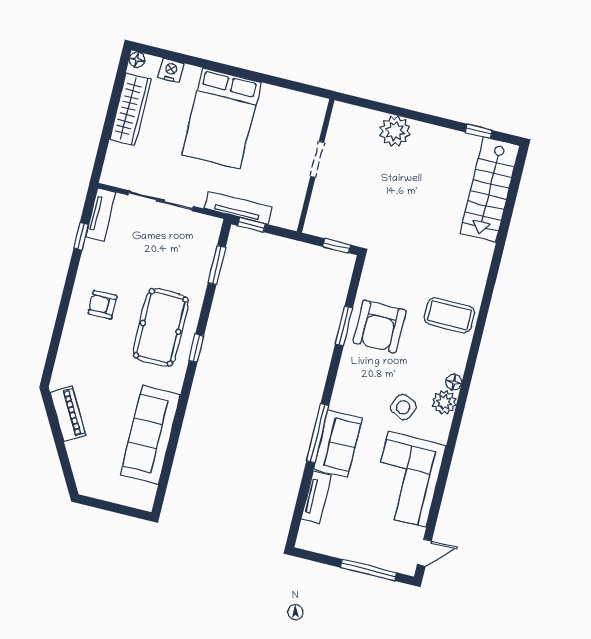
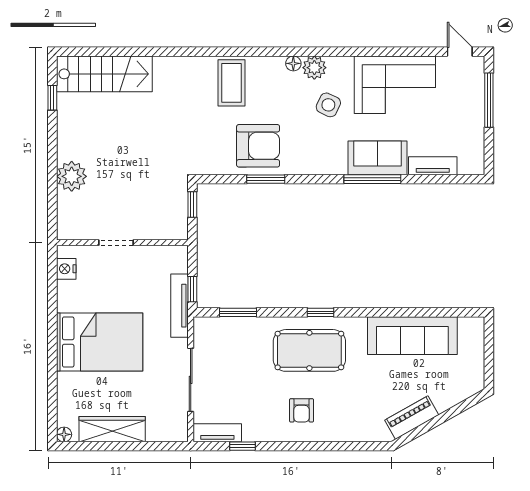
nightstand: (171, 70) -> (66, 269), moved

